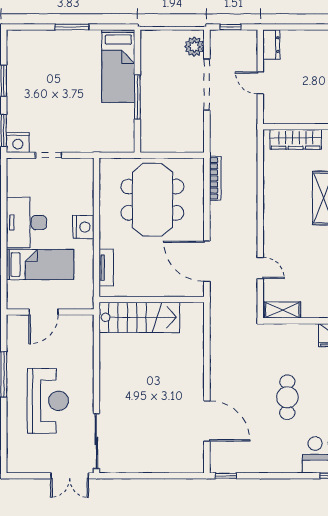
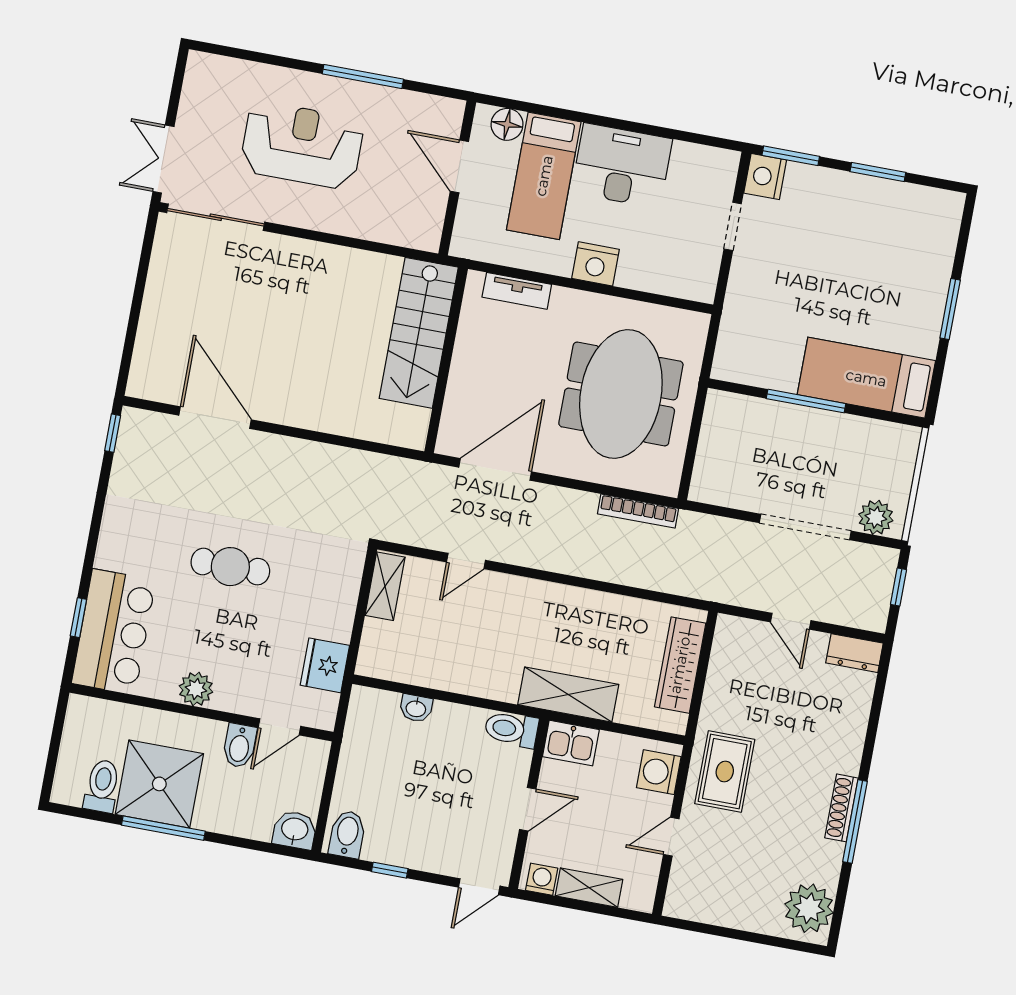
door: (260, 83) -> (791, 621), swing flipped
meeting table: (152, 200) -> (621, 394), turned 90
floor lamp: (15, 290) -> (507, 124), added
reception desk: (48, 401) -> (302, 145), turned 180
door: (207, 421) -> (215, 418), swing flipped

